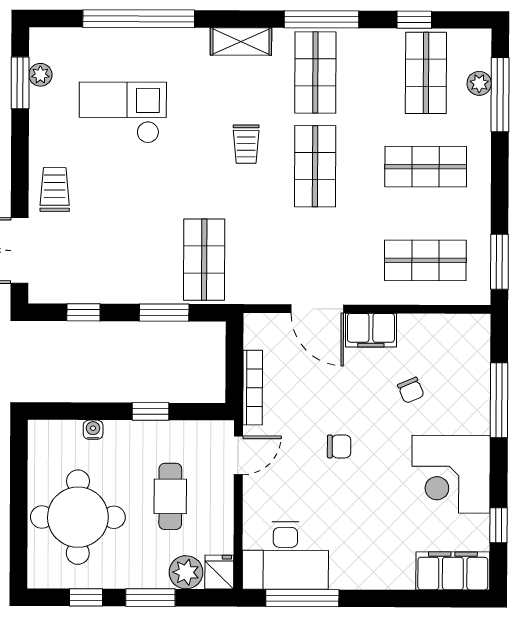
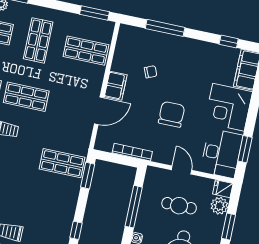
shop shelf: (425, 260) -> (86, 51), turned 90
window: (164, 313) -> (88, 176), moved
window: (150, 411) -> (134, 207), width x2.17
chair: (339, 446) -> (172, 114), width x1.87, depth x1.87
door: (238, 455) -> (182, 170), moved
corner desk: (451, 474) -> (228, 107), moved, turned 90
window: (302, 598) -> (245, 149), width x0.69

